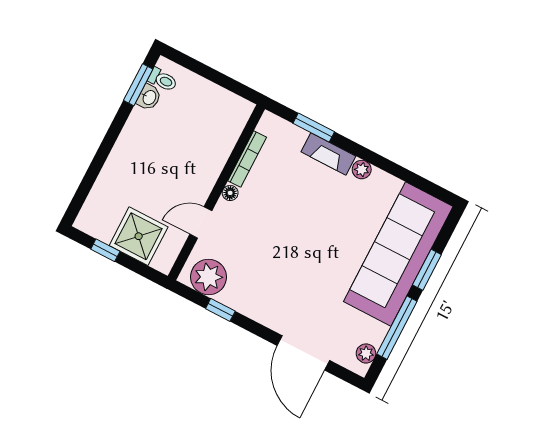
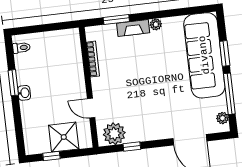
window: (138, 85) -> (13, 83), moved
washbasin: (149, 97) -> (24, 93), moved
floor lamp: (230, 193) -> (96, 83), removed
door: (201, 222) -> (91, 108), hinge flipped

